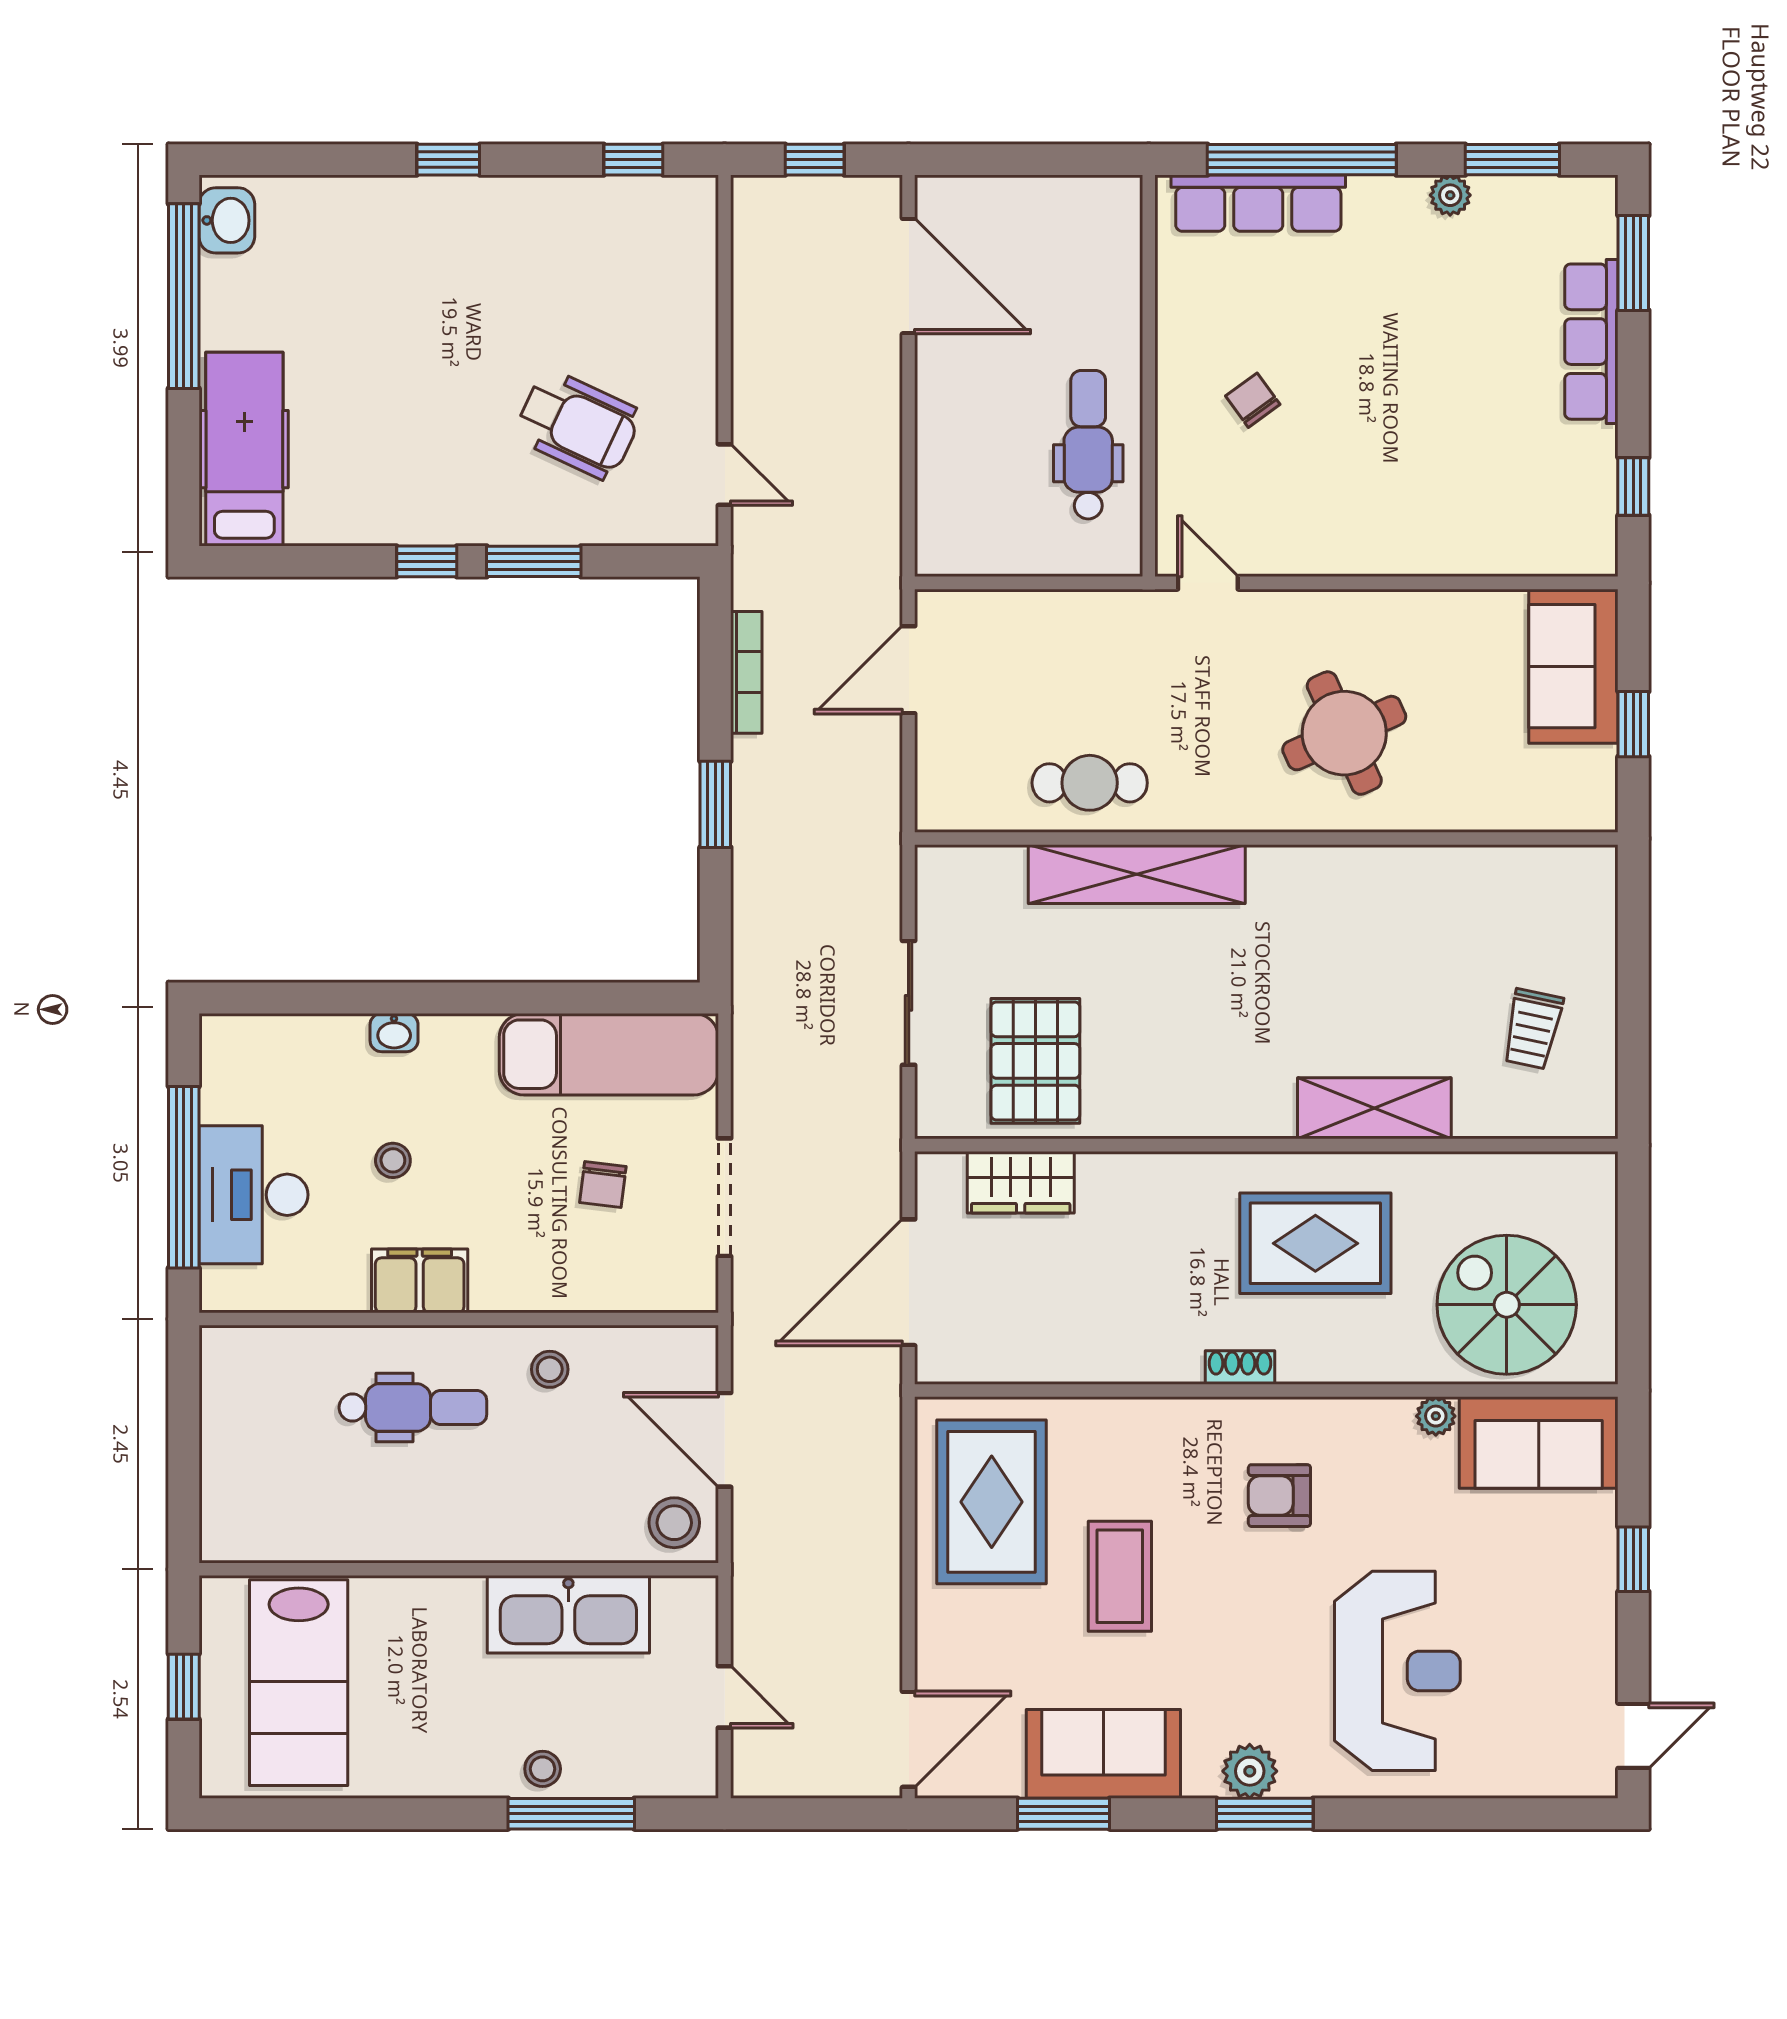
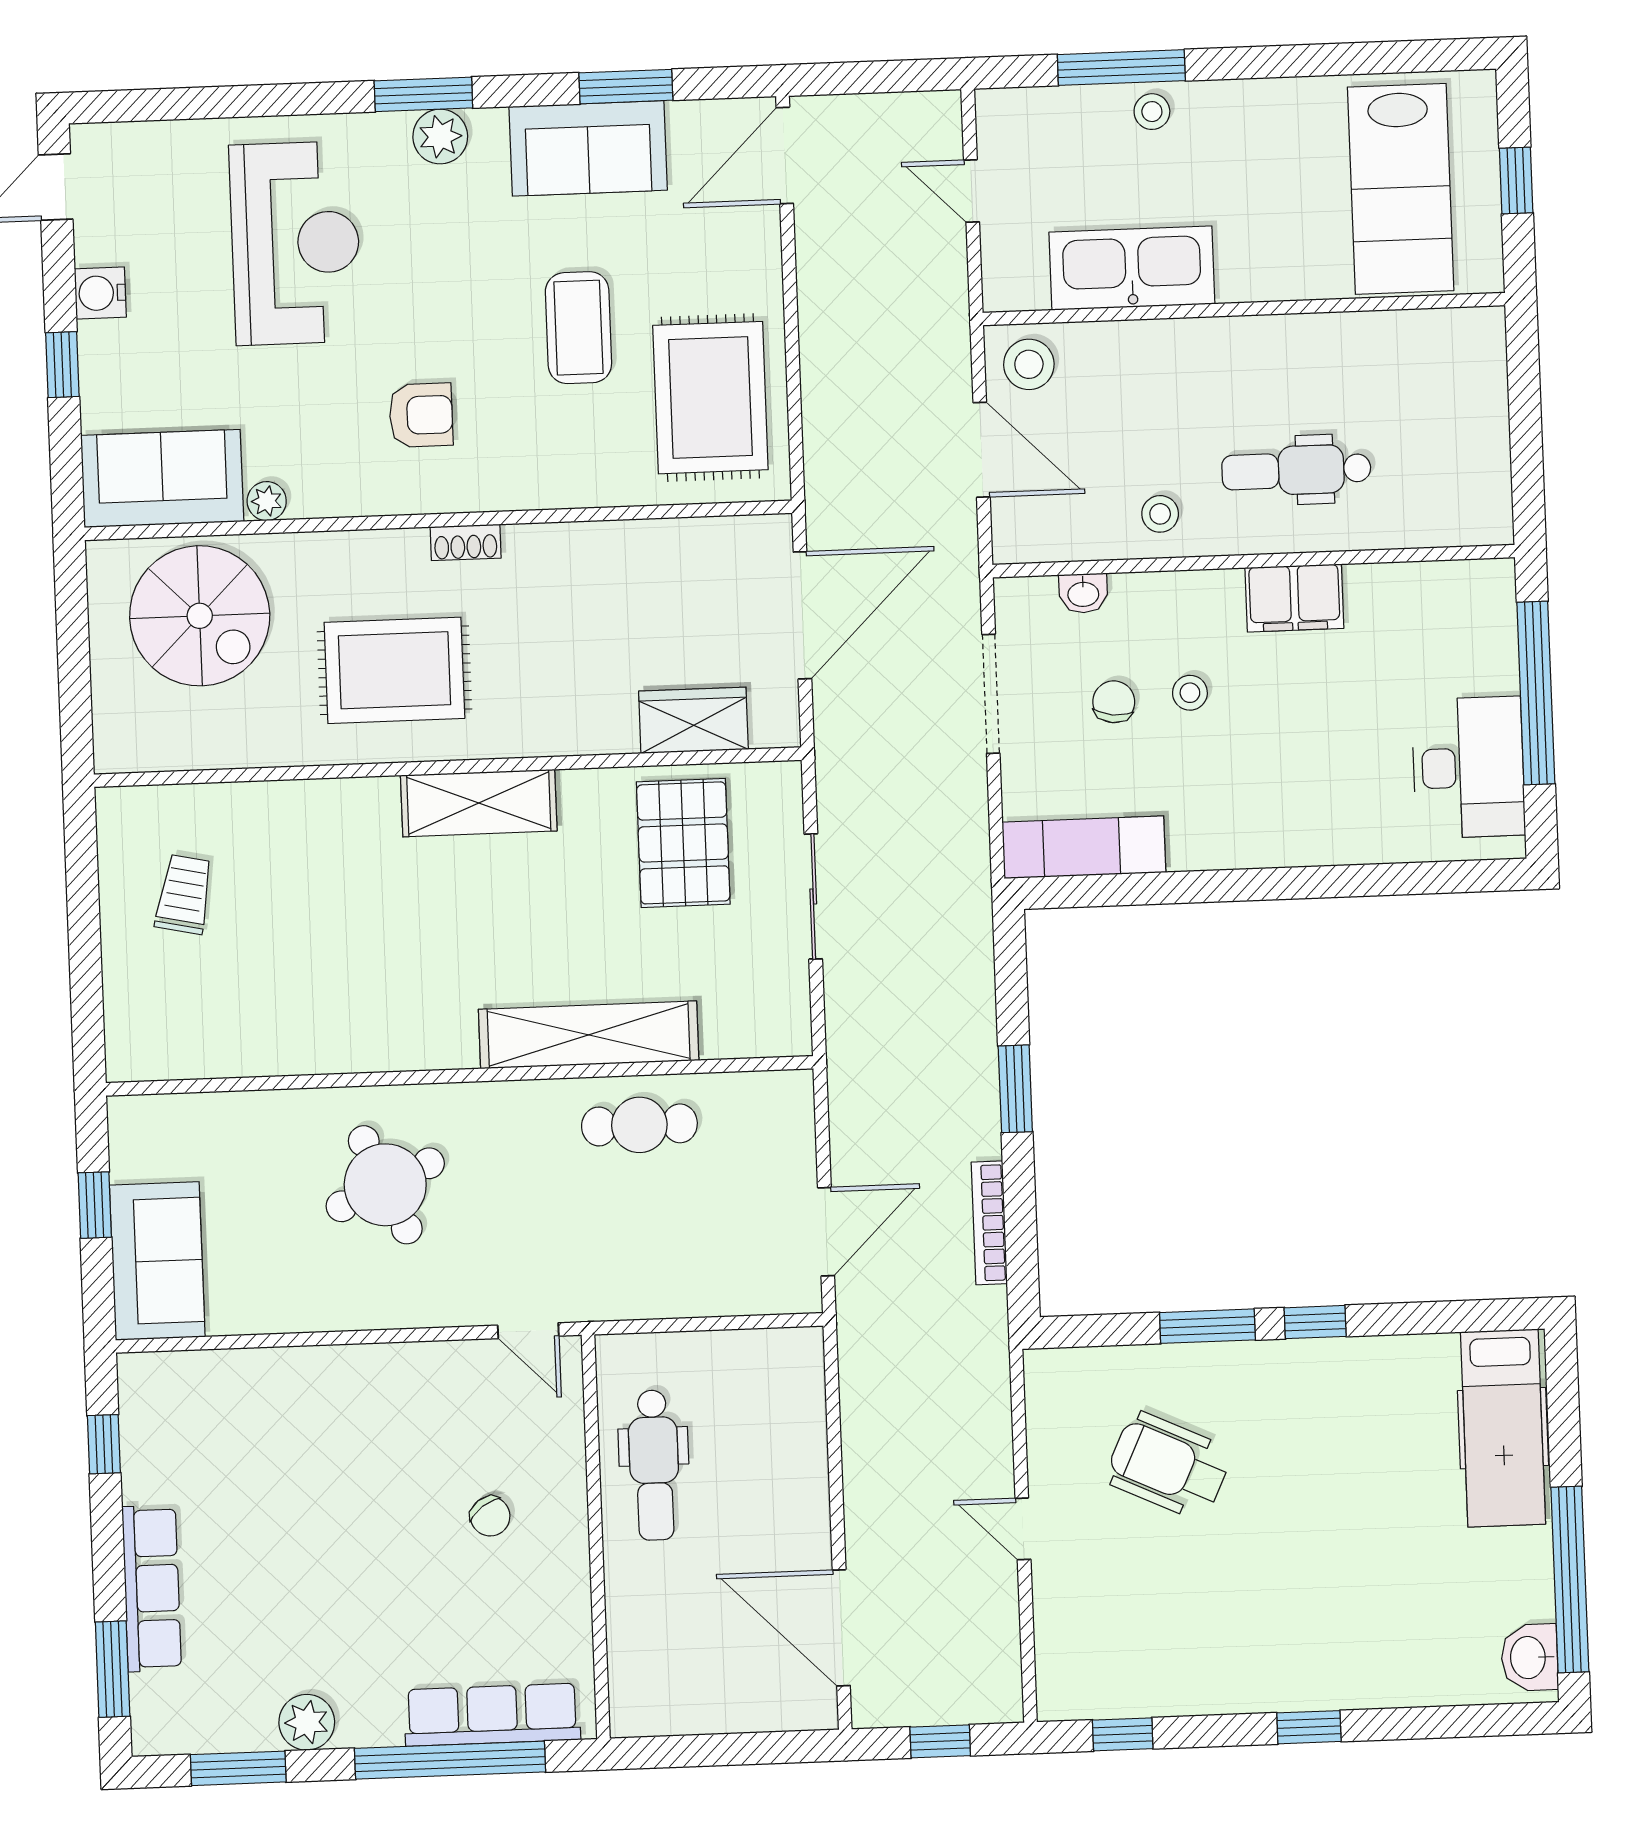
plant: (1450, 195) -> (307, 1722), width x1.38, depth x1.38
door: (725, 475) -> (1023, 1529), moved
washbasin: (394, 1033) -> (1083, 593), moved, turned 180
exam couch: (609, 1054) -> (1084, 847), width x0.73, depth x0.69
shelving: (1374, 1108) -> (479, 803), moved
stool: (393, 1160) -> (1190, 693), moved
desk: (253, 1195) -> (1468, 767), moved
water cooler: (1593, 1629) -> (100, 293), added
reception desk: (1397, 1671) -> (295, 243), turned 180
lab bench: (299, 1683) -> (1401, 189), turned 180

